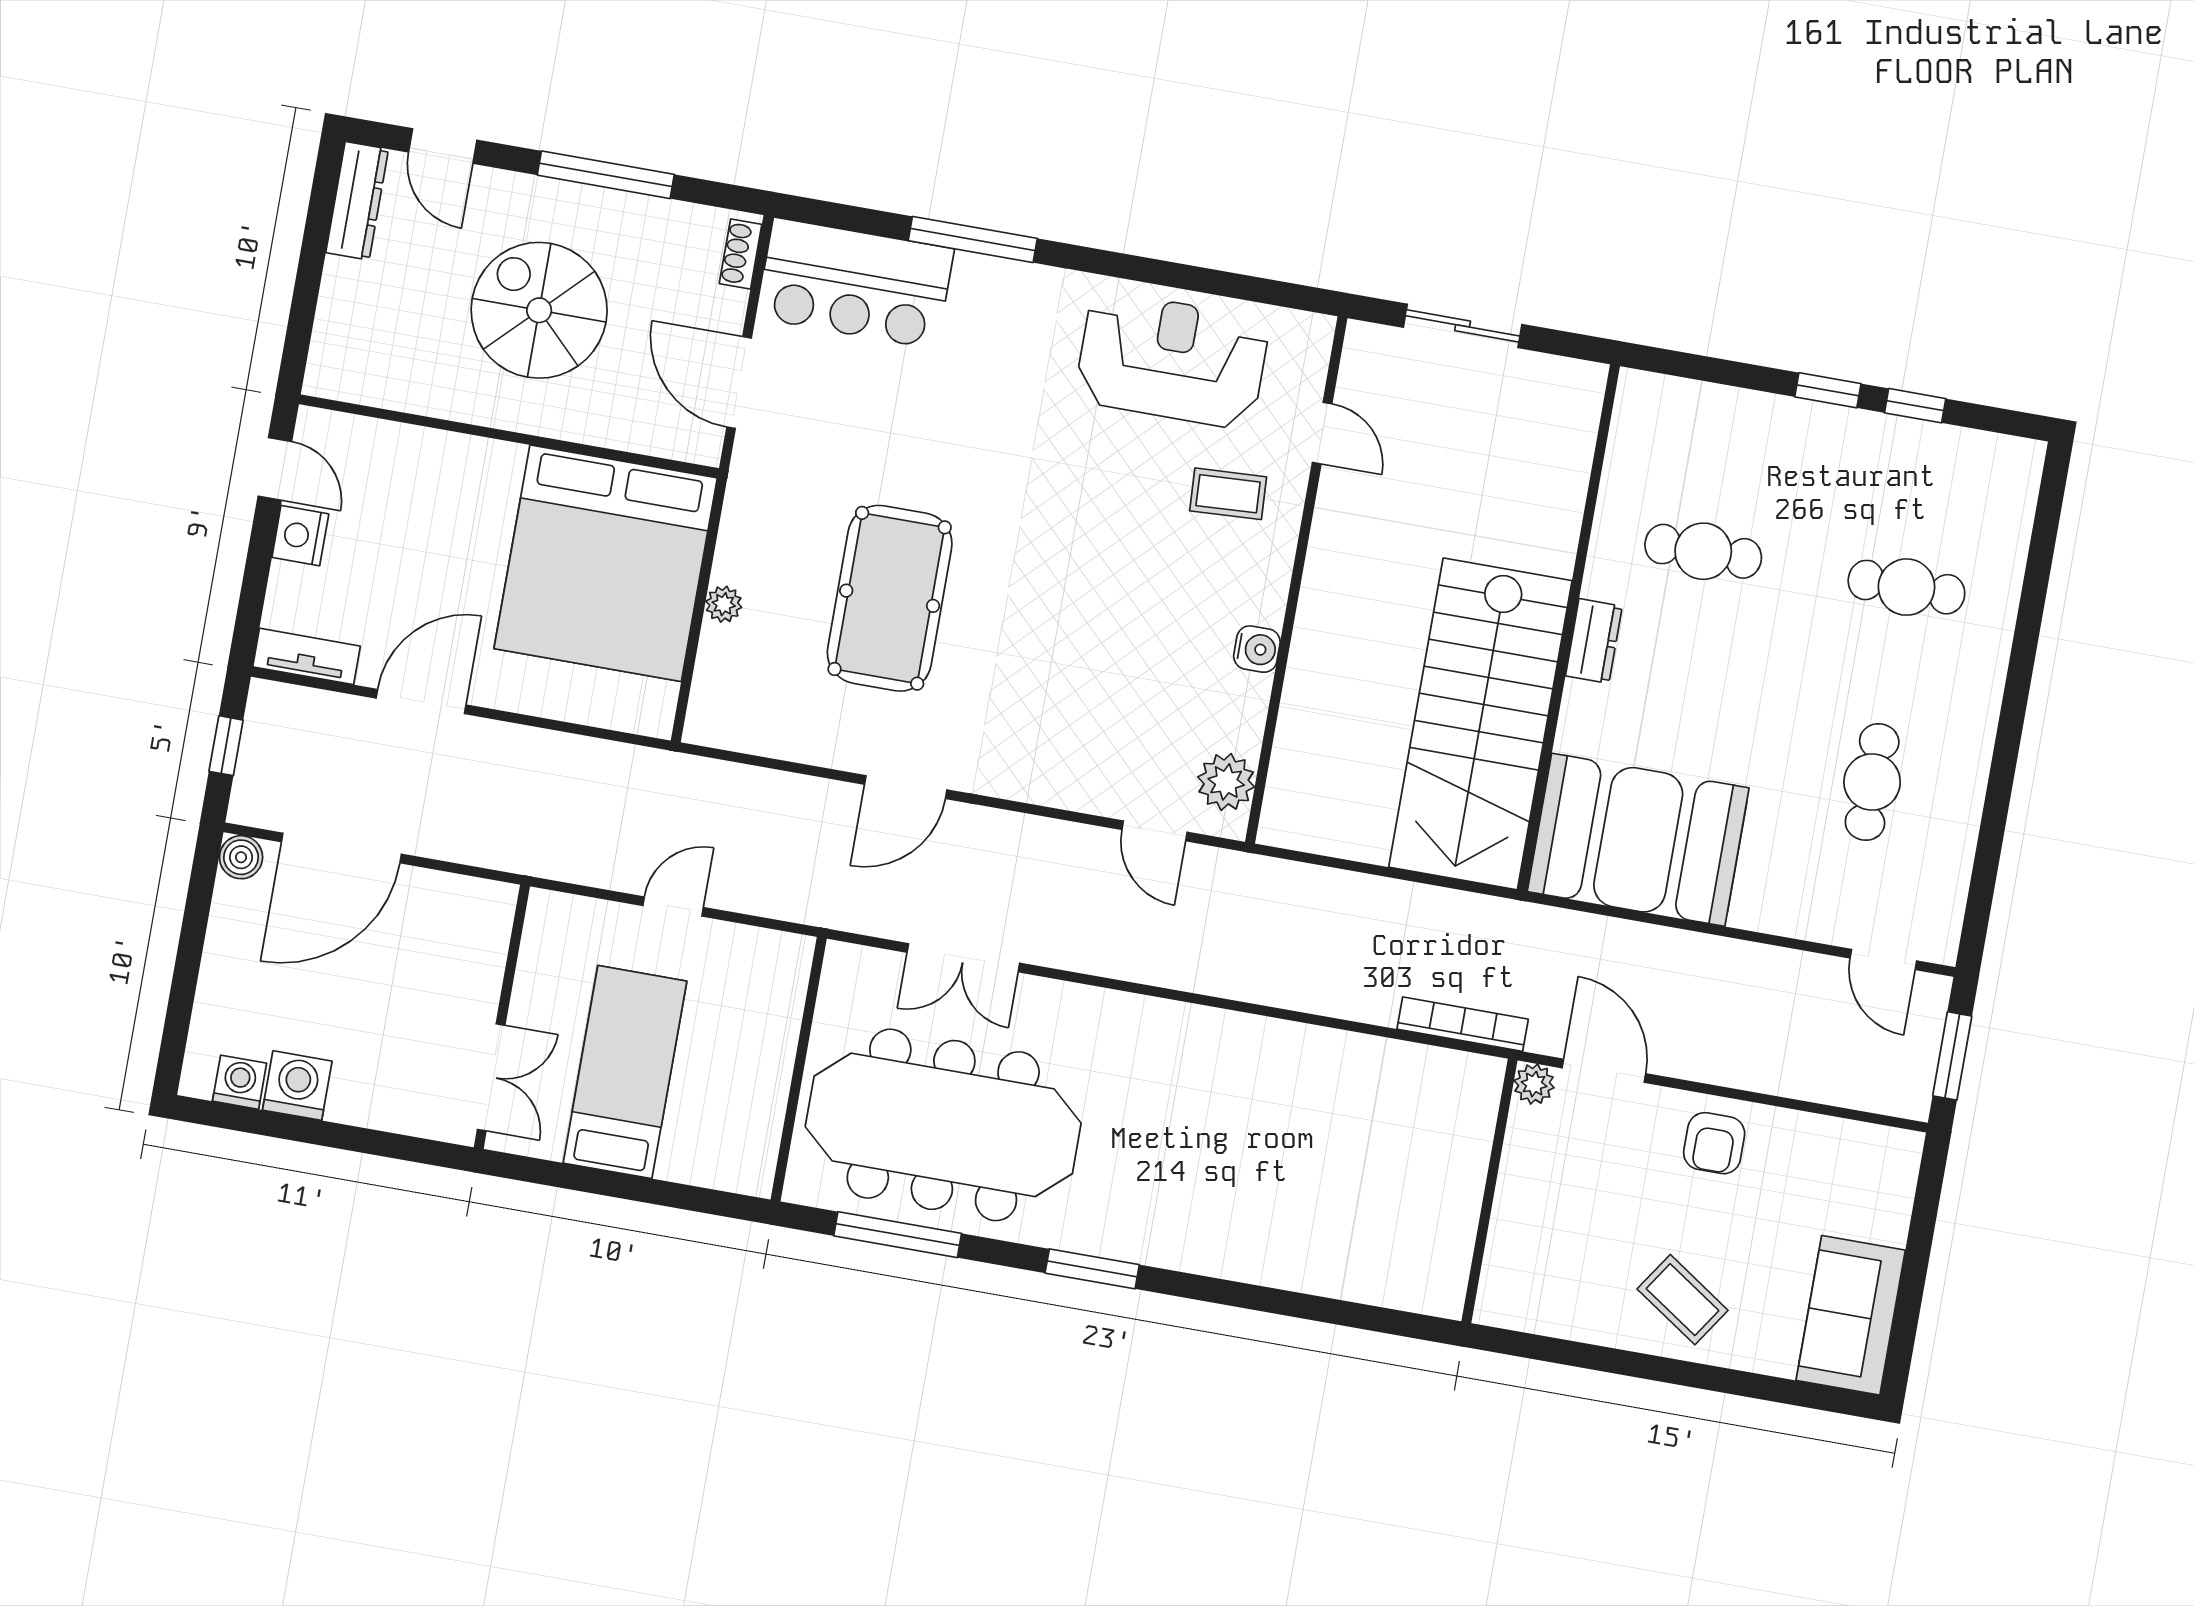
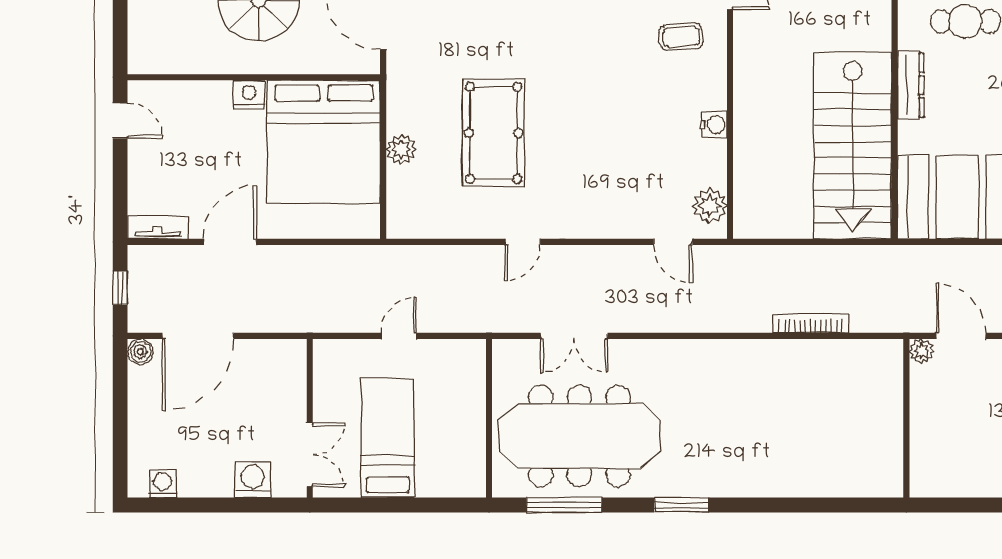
nightstand: (300, 536) -> (249, 95), moved, turned 90
plant: (724, 604) -> (401, 149), width x1.38, depth x1.38
dresser: (1594, 641) -> (911, 85), width x1.44
door: (906, 787) -> (523, 242), width x0.73
bookcase: (1463, 1024) -> (810, 323), moved
washing machine: (297, 1086) -> (253, 480), moved

